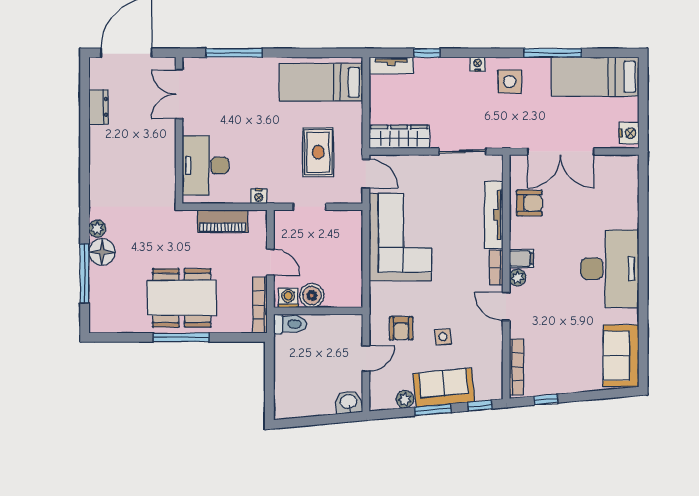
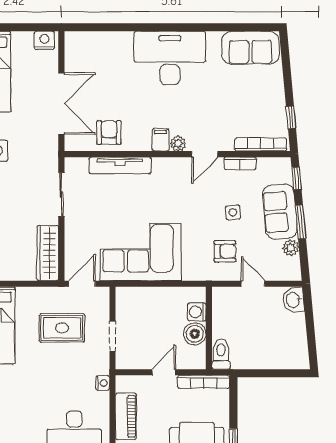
bookcase: (496, 267) -> (240, 163), moved
washing machine: (288, 298) -> (197, 312), moved

